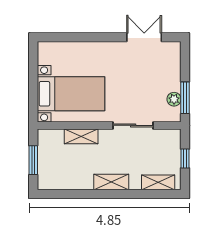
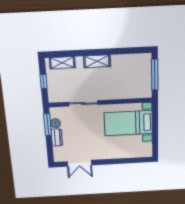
dresser: (174, 78) -> (57, 137), added
shelving: (81, 136) -> (120, 94), removed
window: (33, 160) -> (155, 75), width x1.44

